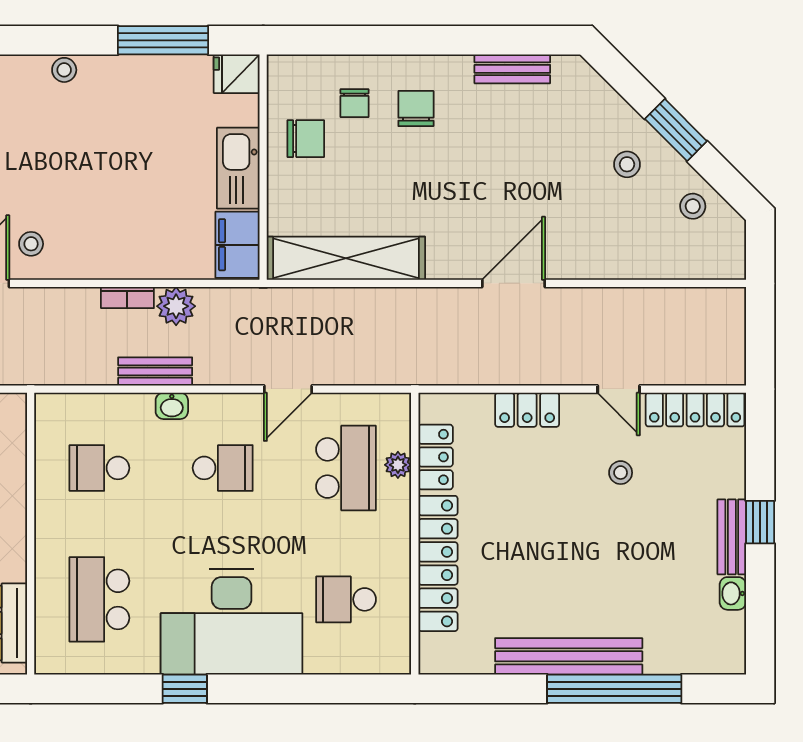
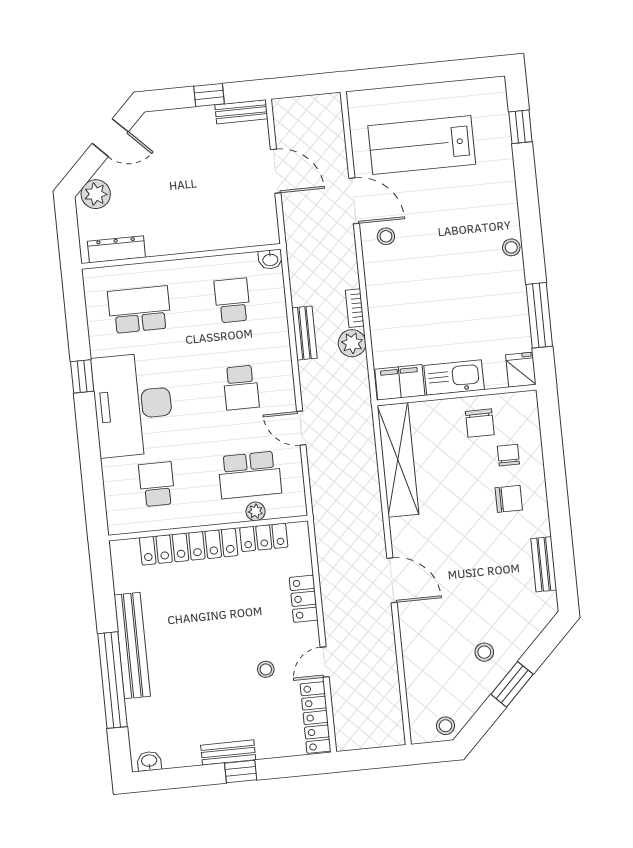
chair: (354, 103) -> (508, 455), turned 90
stool: (693, 206) -> (446, 726), moved
washbasin: (172, 406) -> (270, 259), moved, turned -90
washbasin: (733, 593) -> (149, 761), moved

